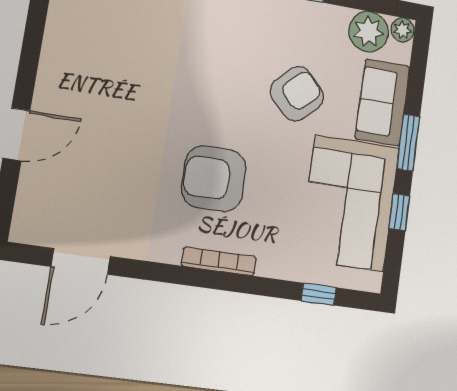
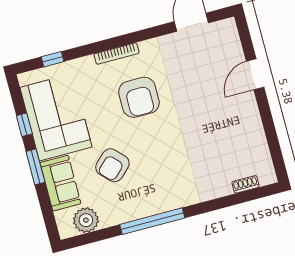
plant: (402, 30) -> (66, 231), removed
armchair: (214, 179) -> (139, 97), turned 90

